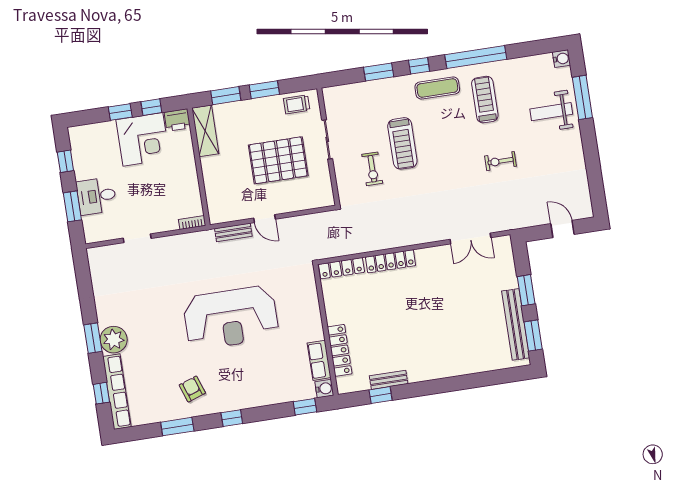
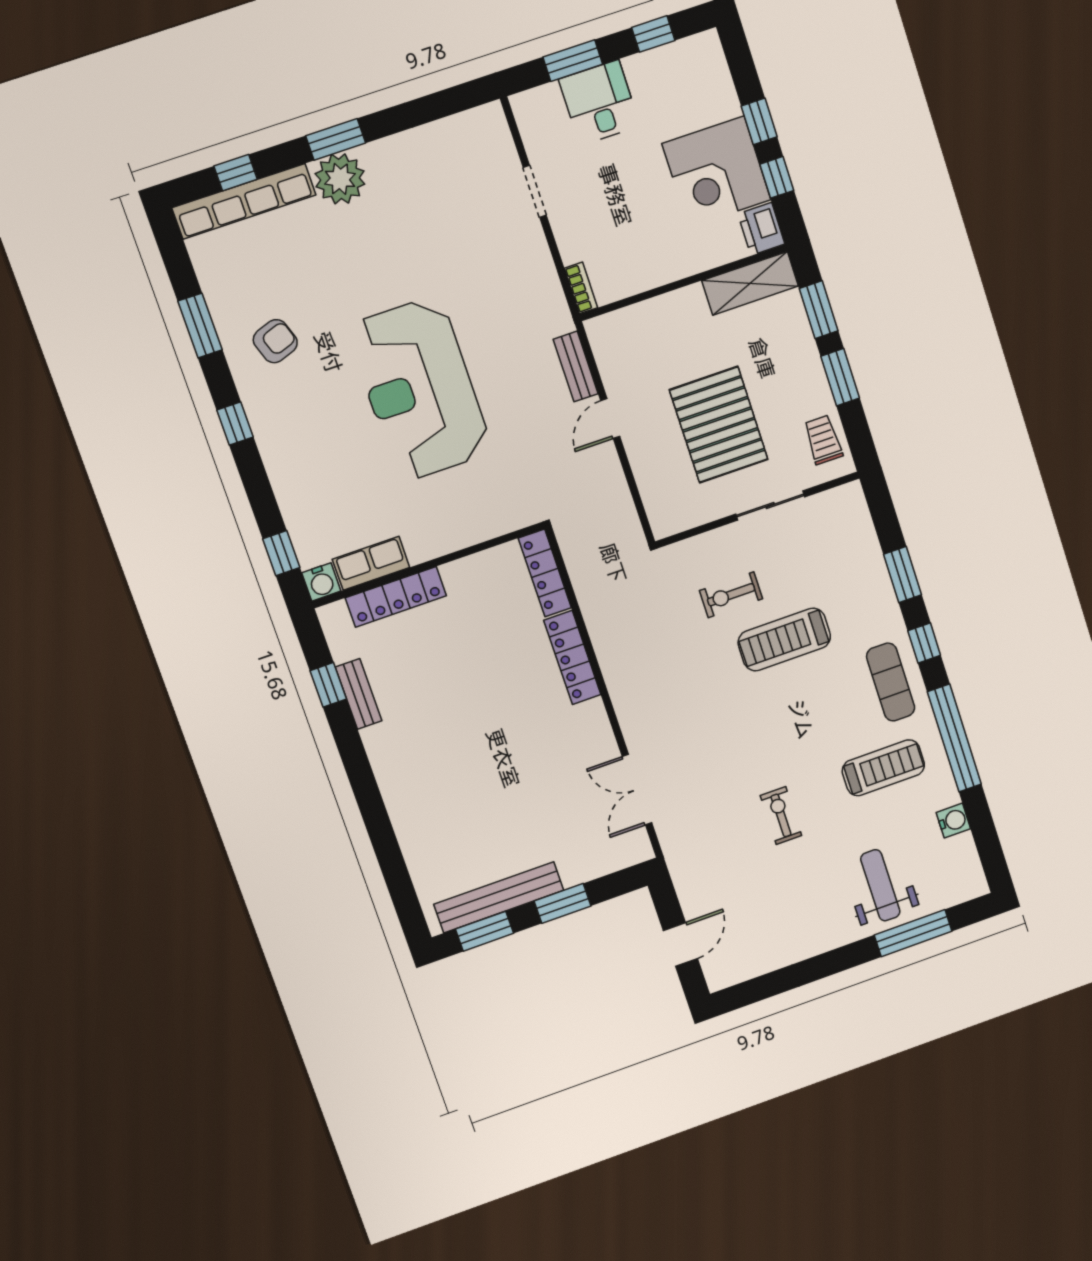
water cooler: (561, 59) -> (953, 821), moved, turned -90

